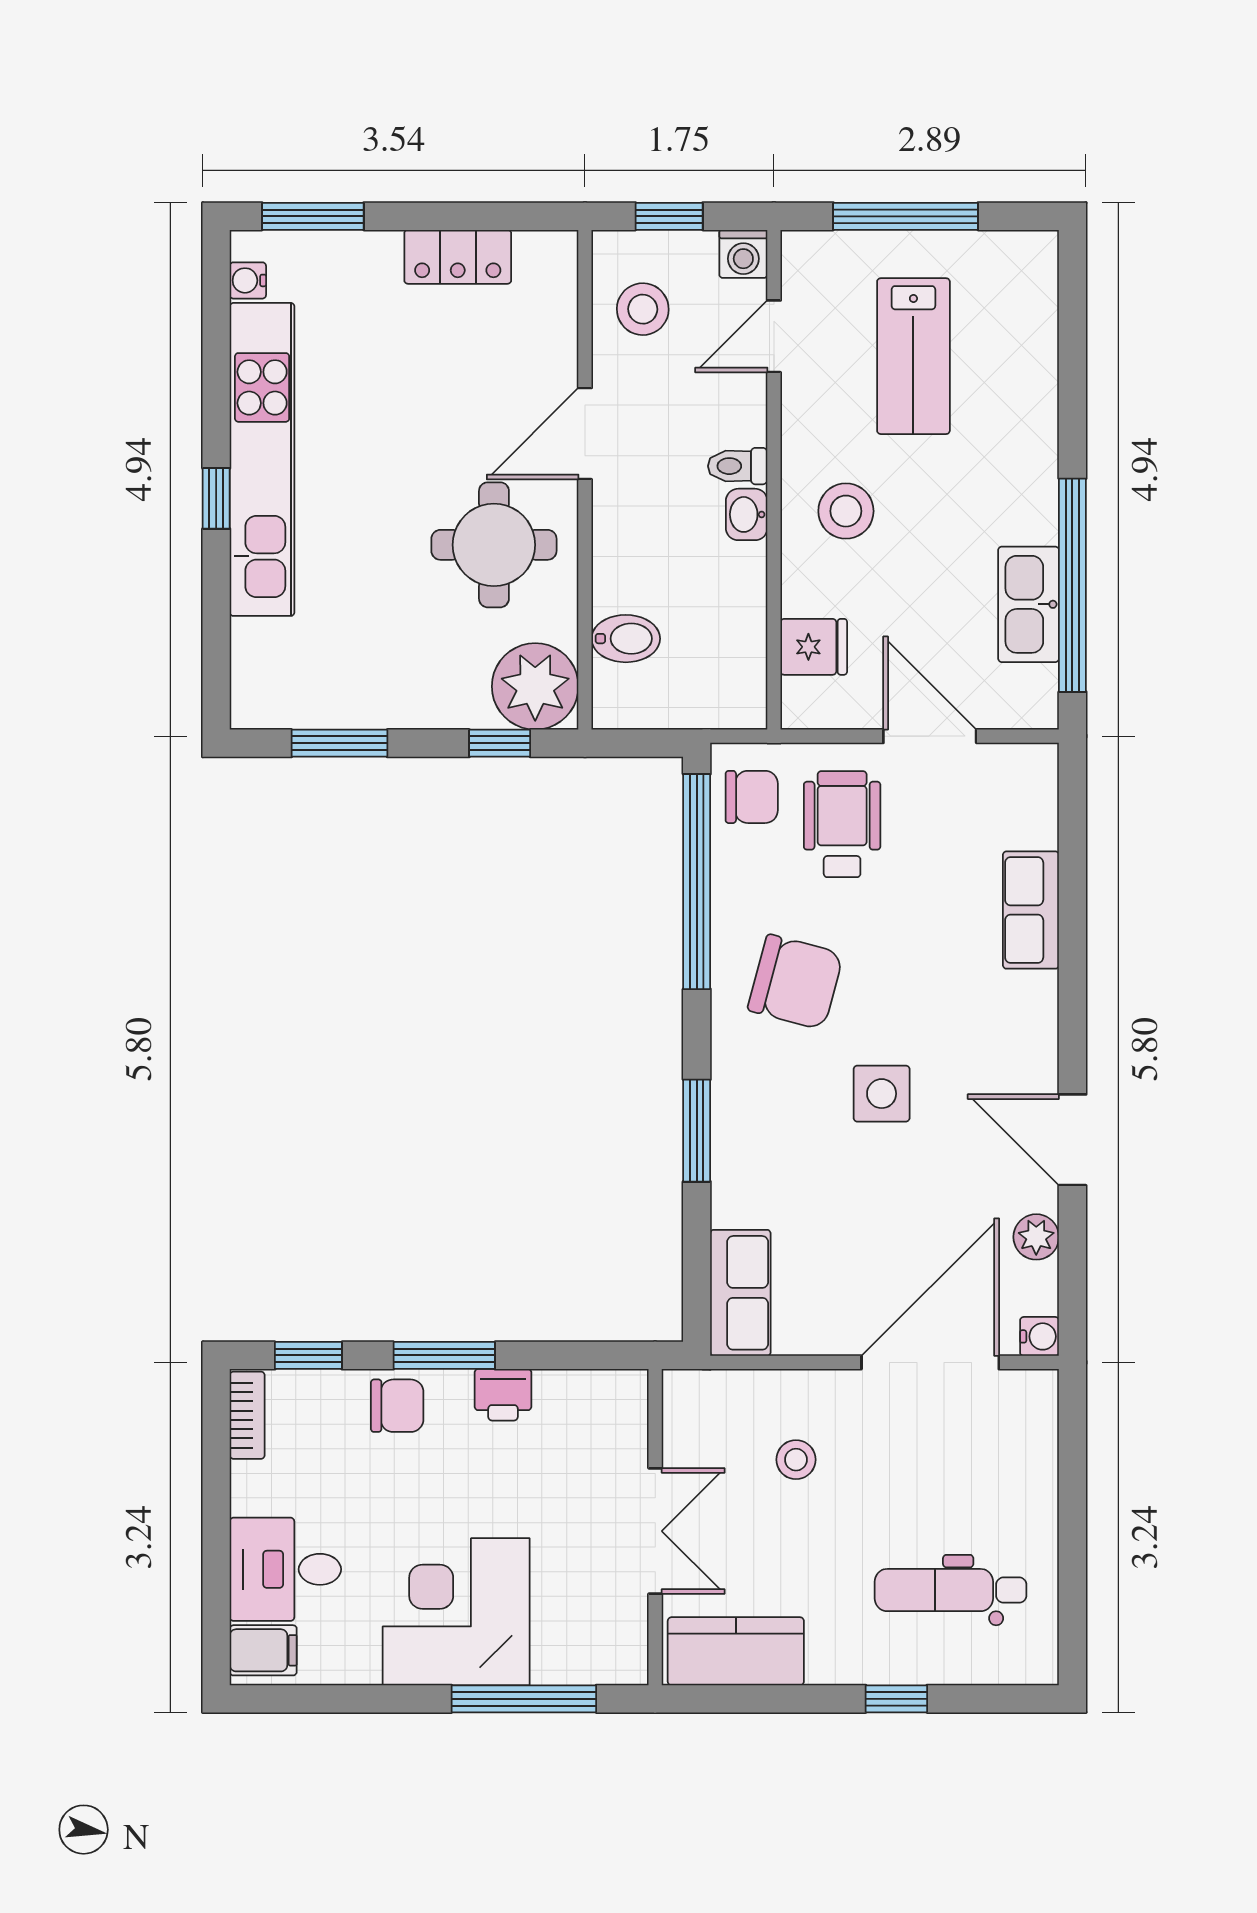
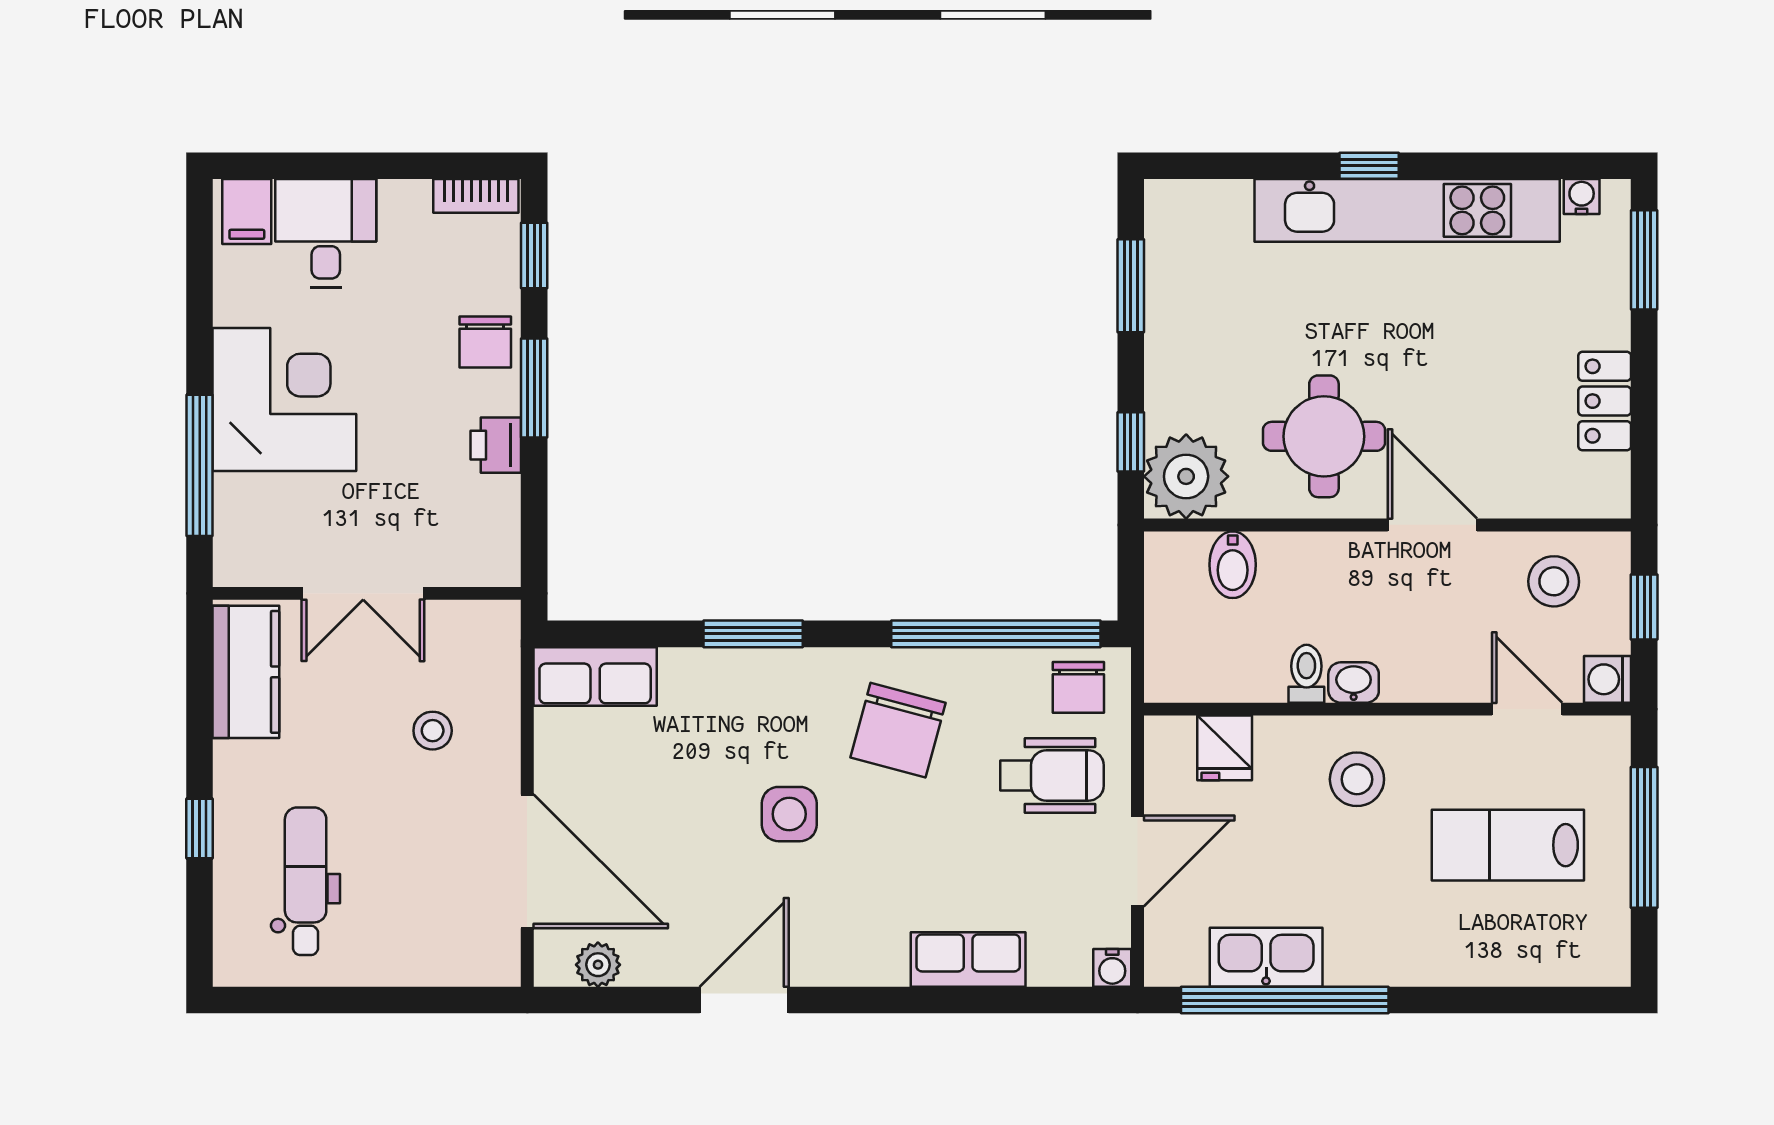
toilet: (738, 466) -> (1306, 674), moved
plant: (1036, 1237) -> (598, 965), moved
water cooler: (1040, 1336) -> (1112, 968), moved

